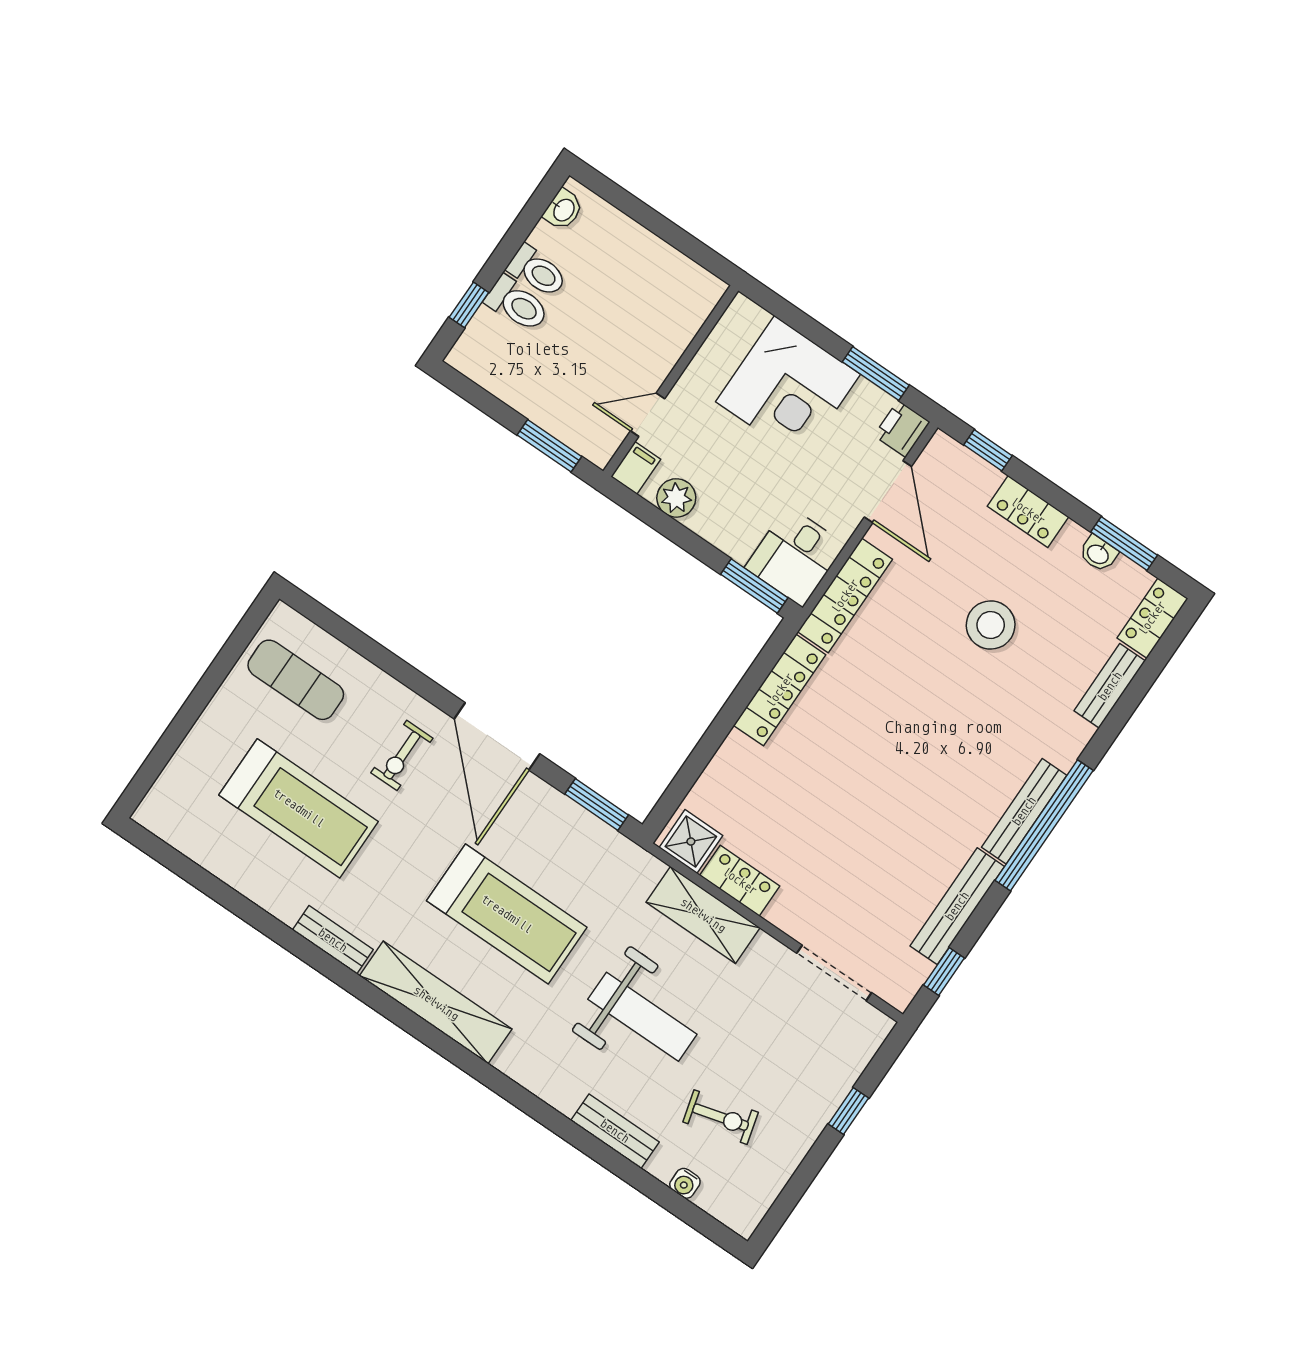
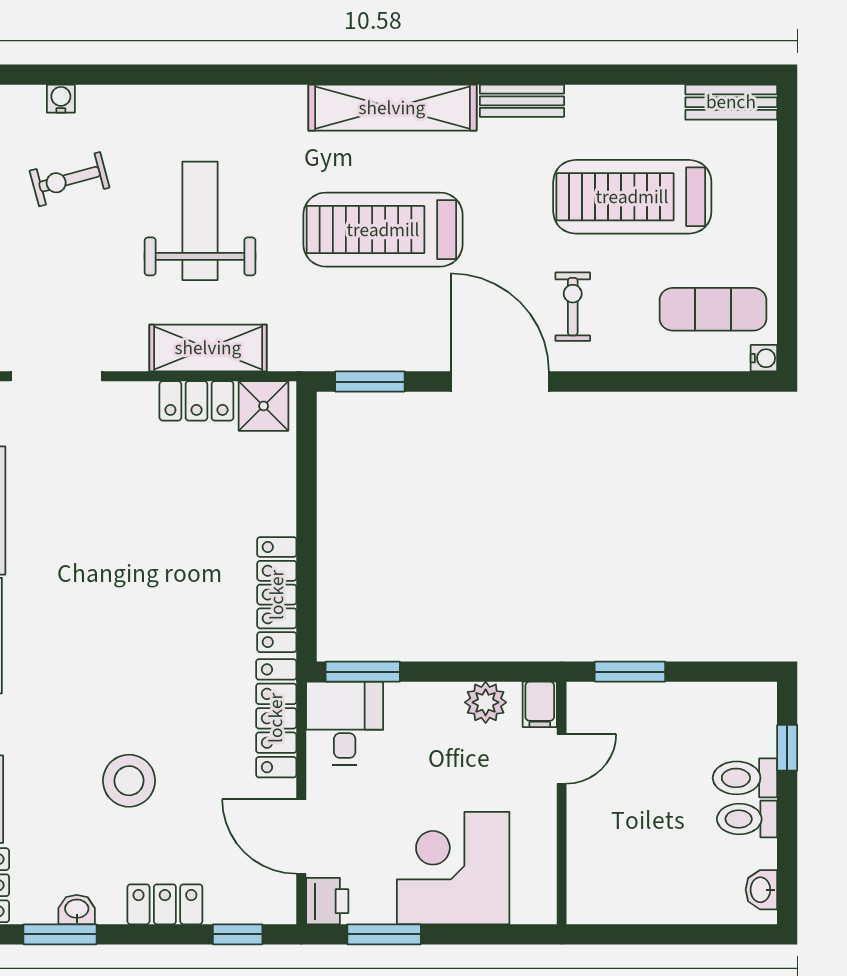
water cooler: (282, 616) -> (764, 358), added
weight bench: (642, 1017) -> (200, 221), turned 90
bench: (615, 1131) -> (731, 102), moved

